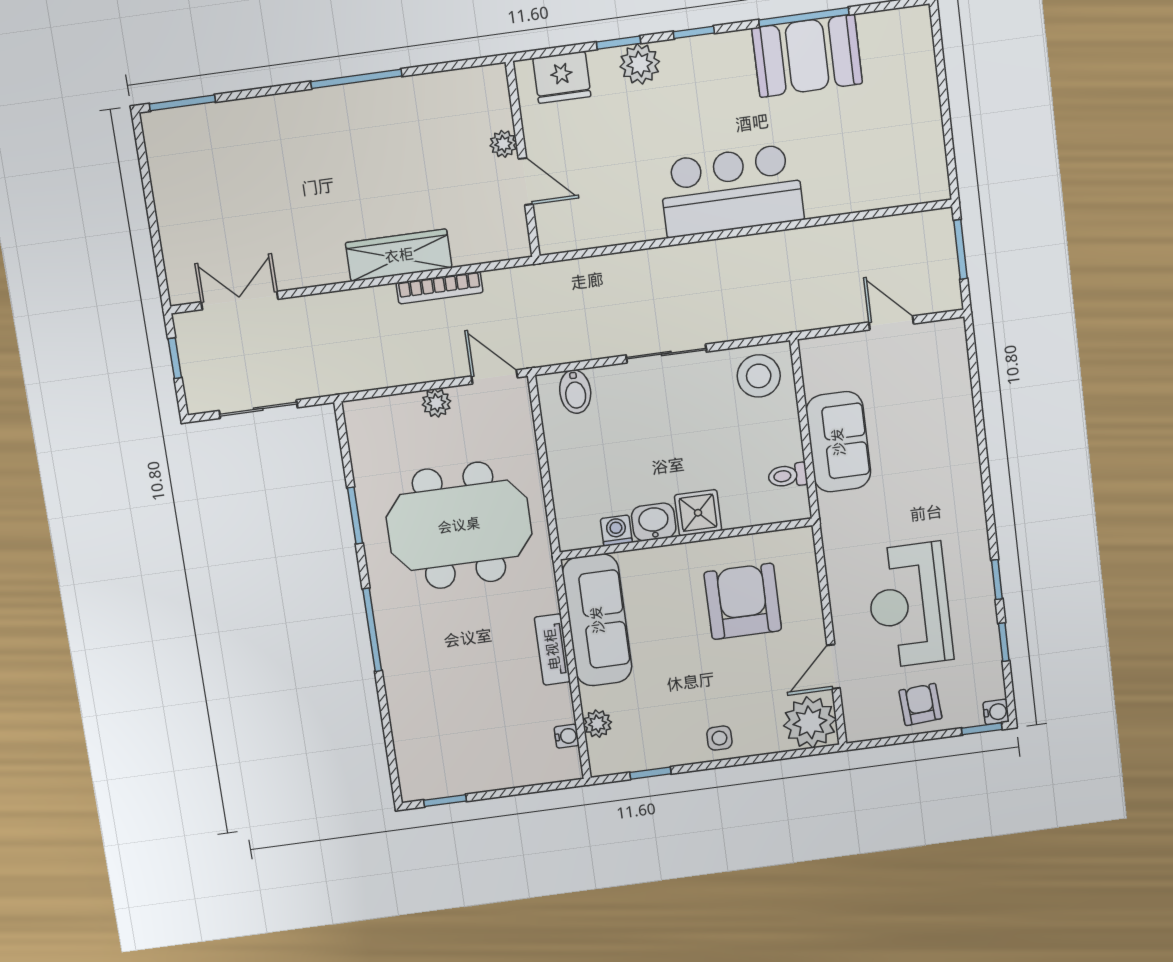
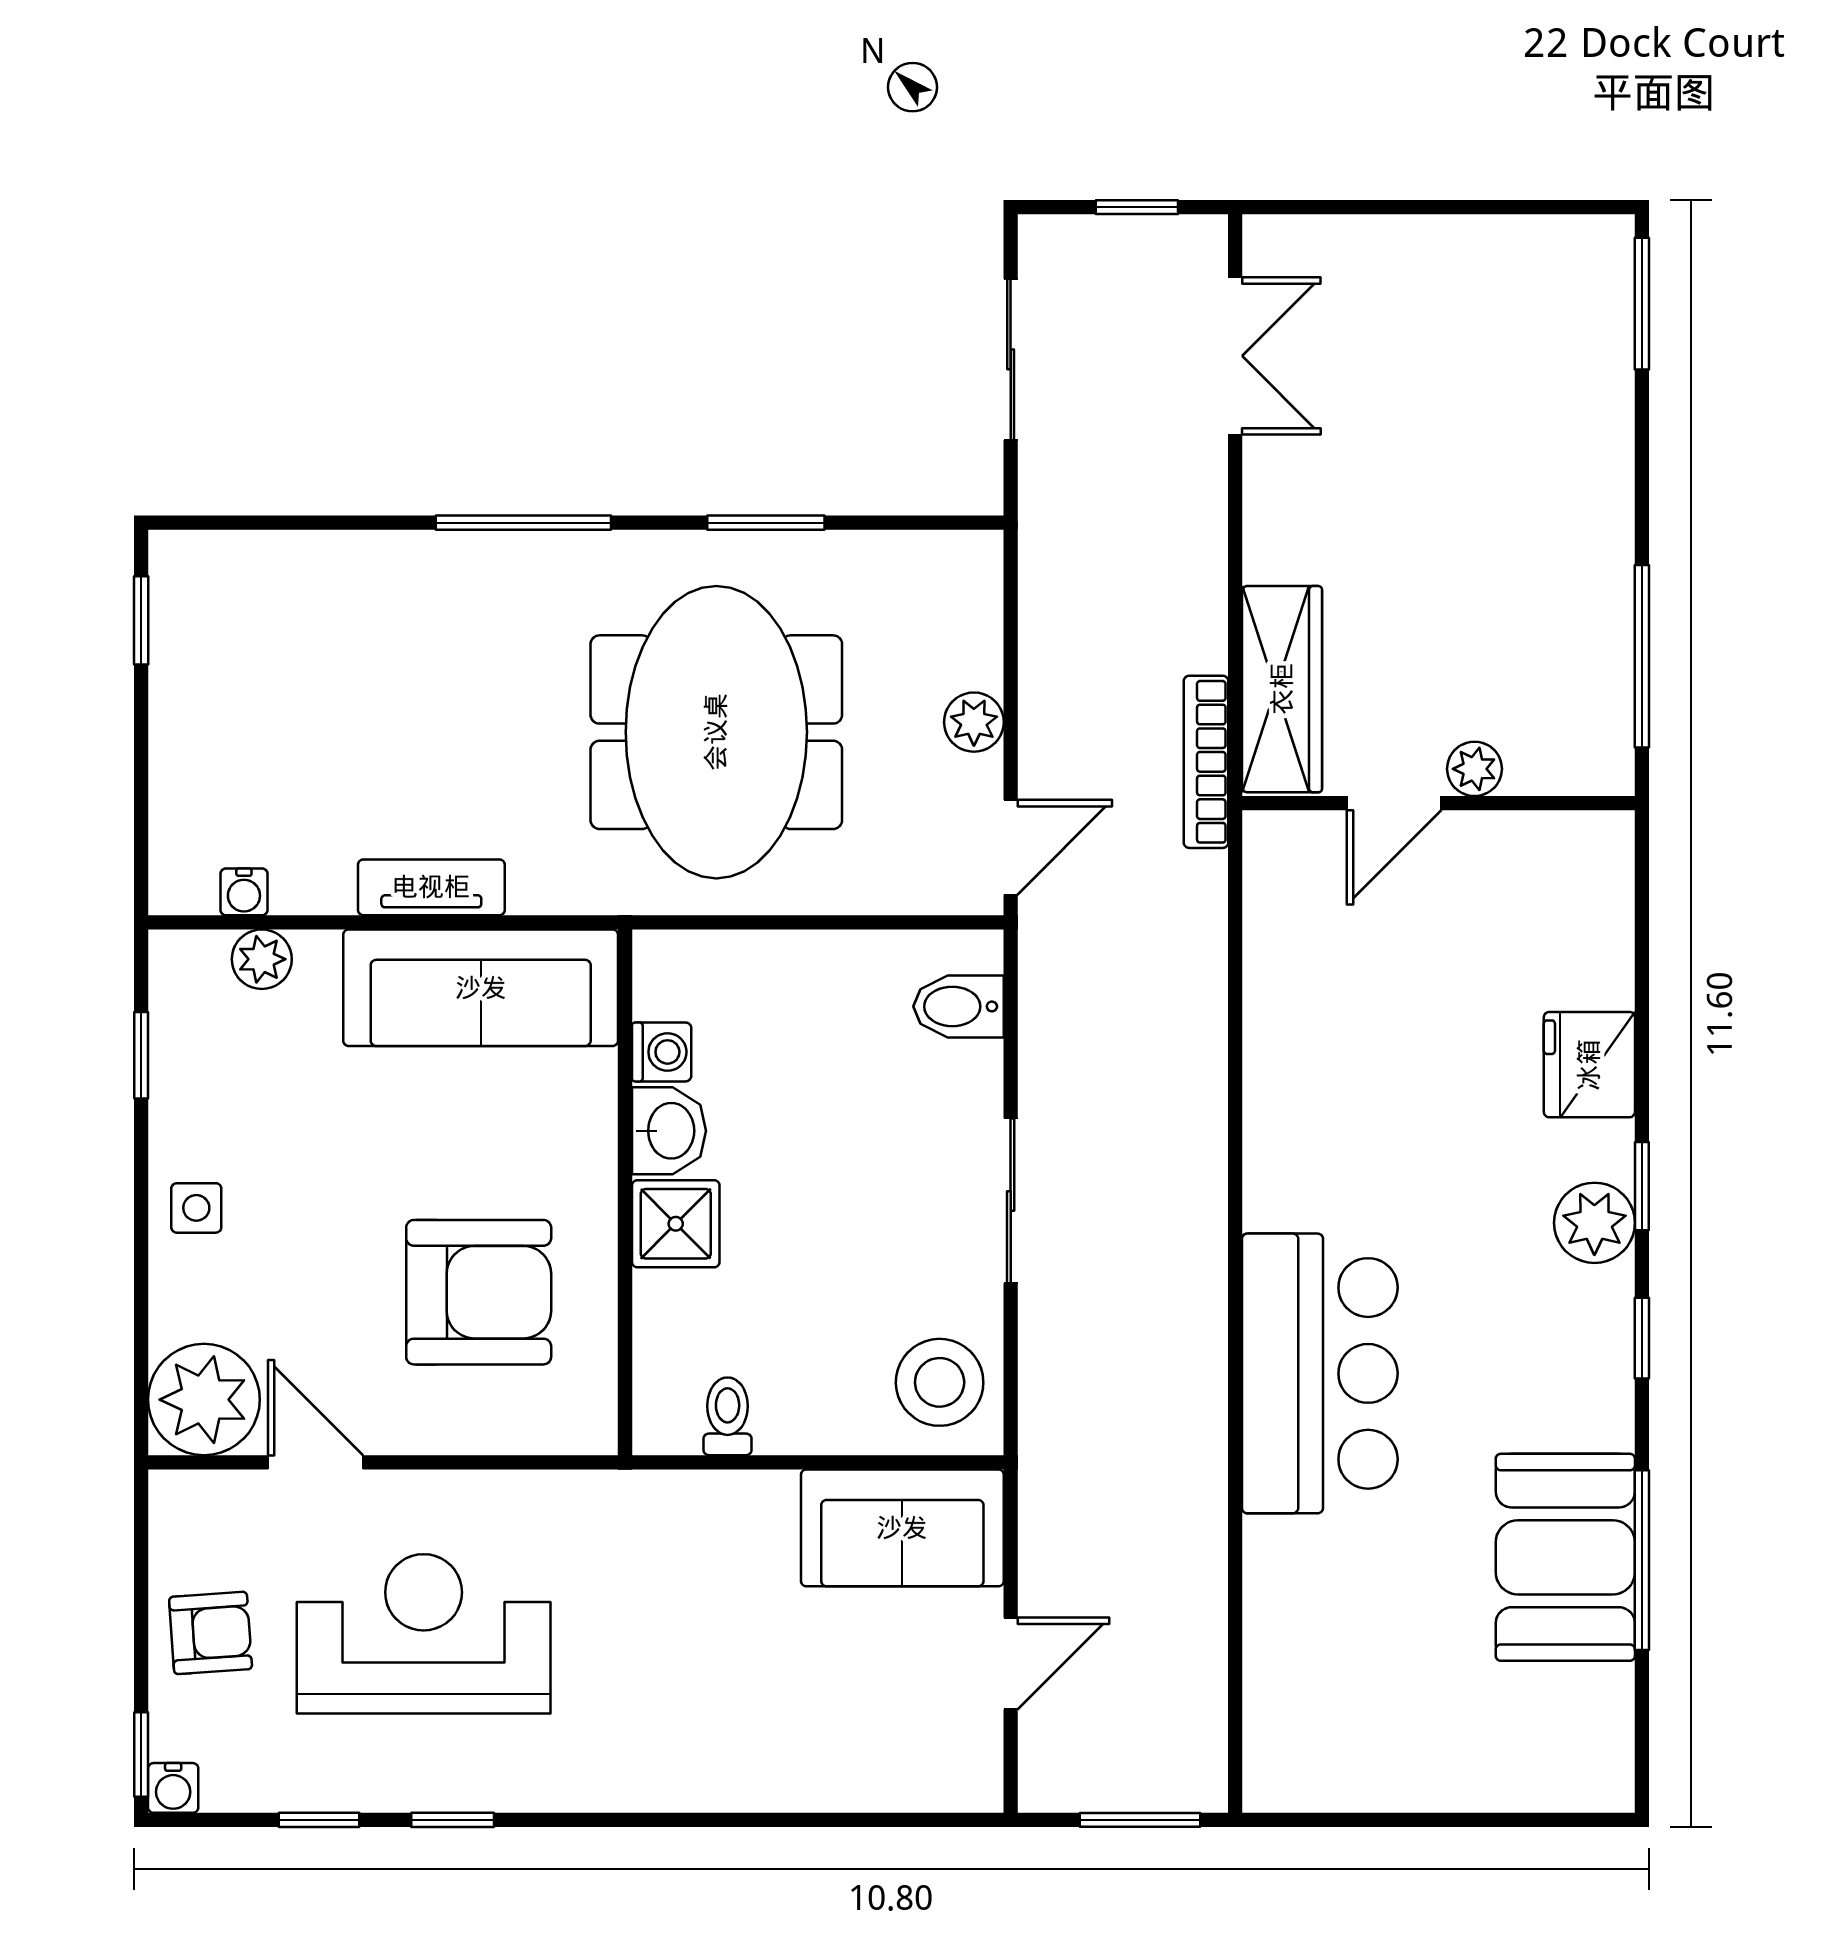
plant: (503, 144) -> (1474, 769), moved
wall: (523, 160) -> (1438, 803), moved
door: (526, 181) -> (1394, 803), moved
sofa: (838, 442) -> (902, 1528), moved

